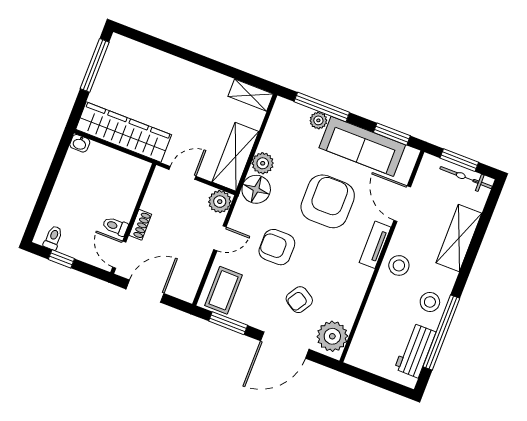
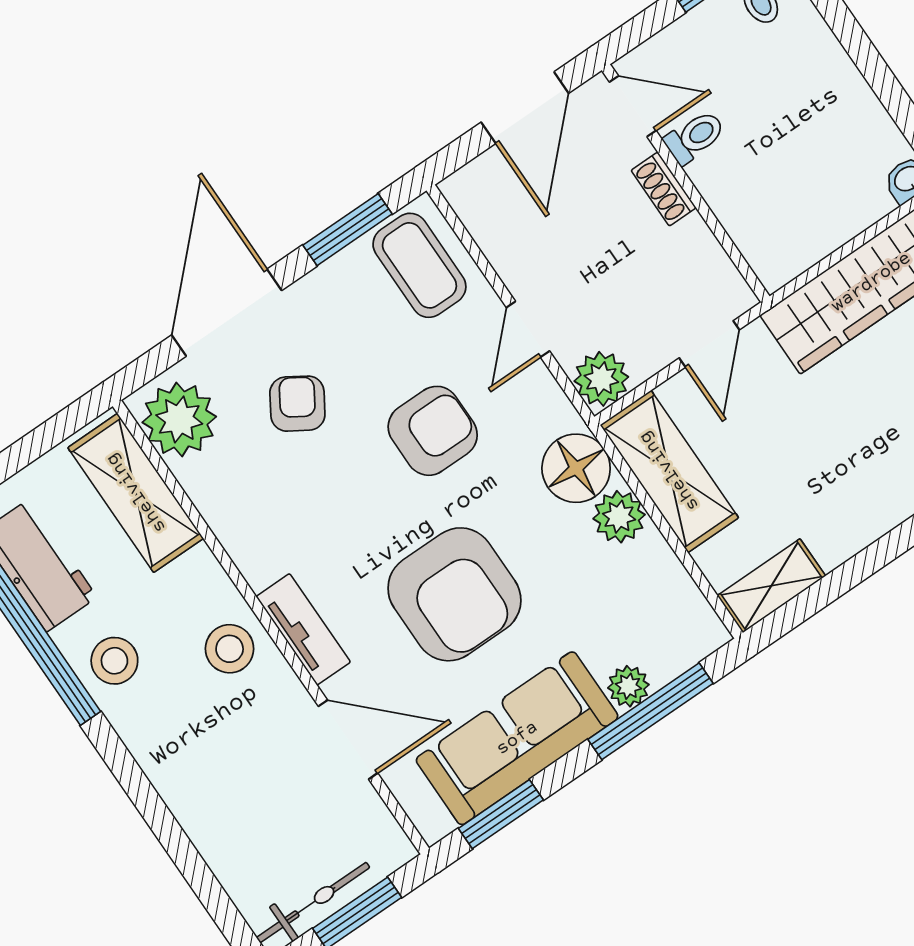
shelving: (459, 238) -> (136, 493), moved

